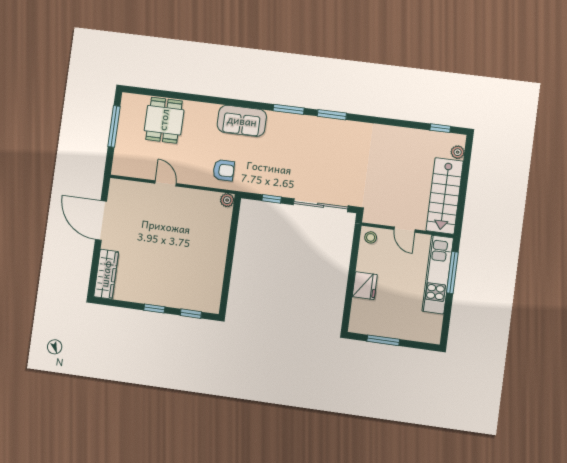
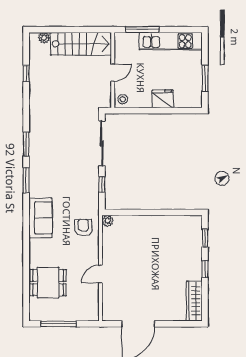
window: (440, 128) -> (26, 74), moved
wardrobe: (106, 274) -> (194, 301), moved, turned -90
kitchen unit: (438, 274) -> (171, 41), moved

